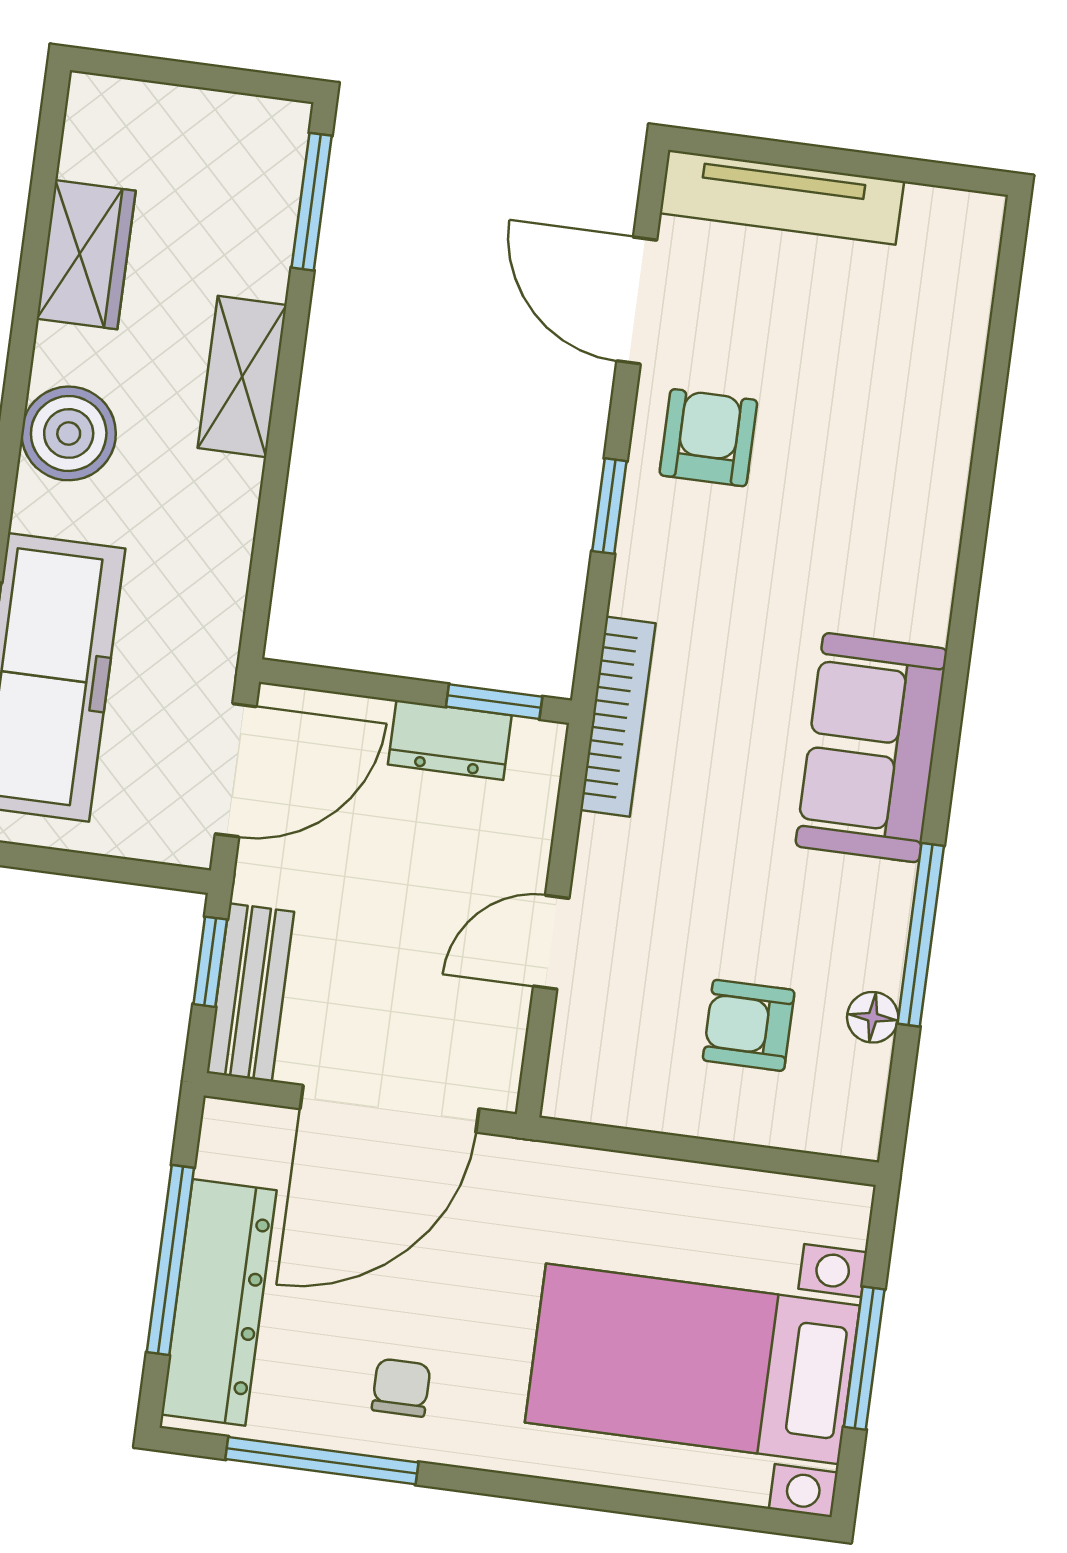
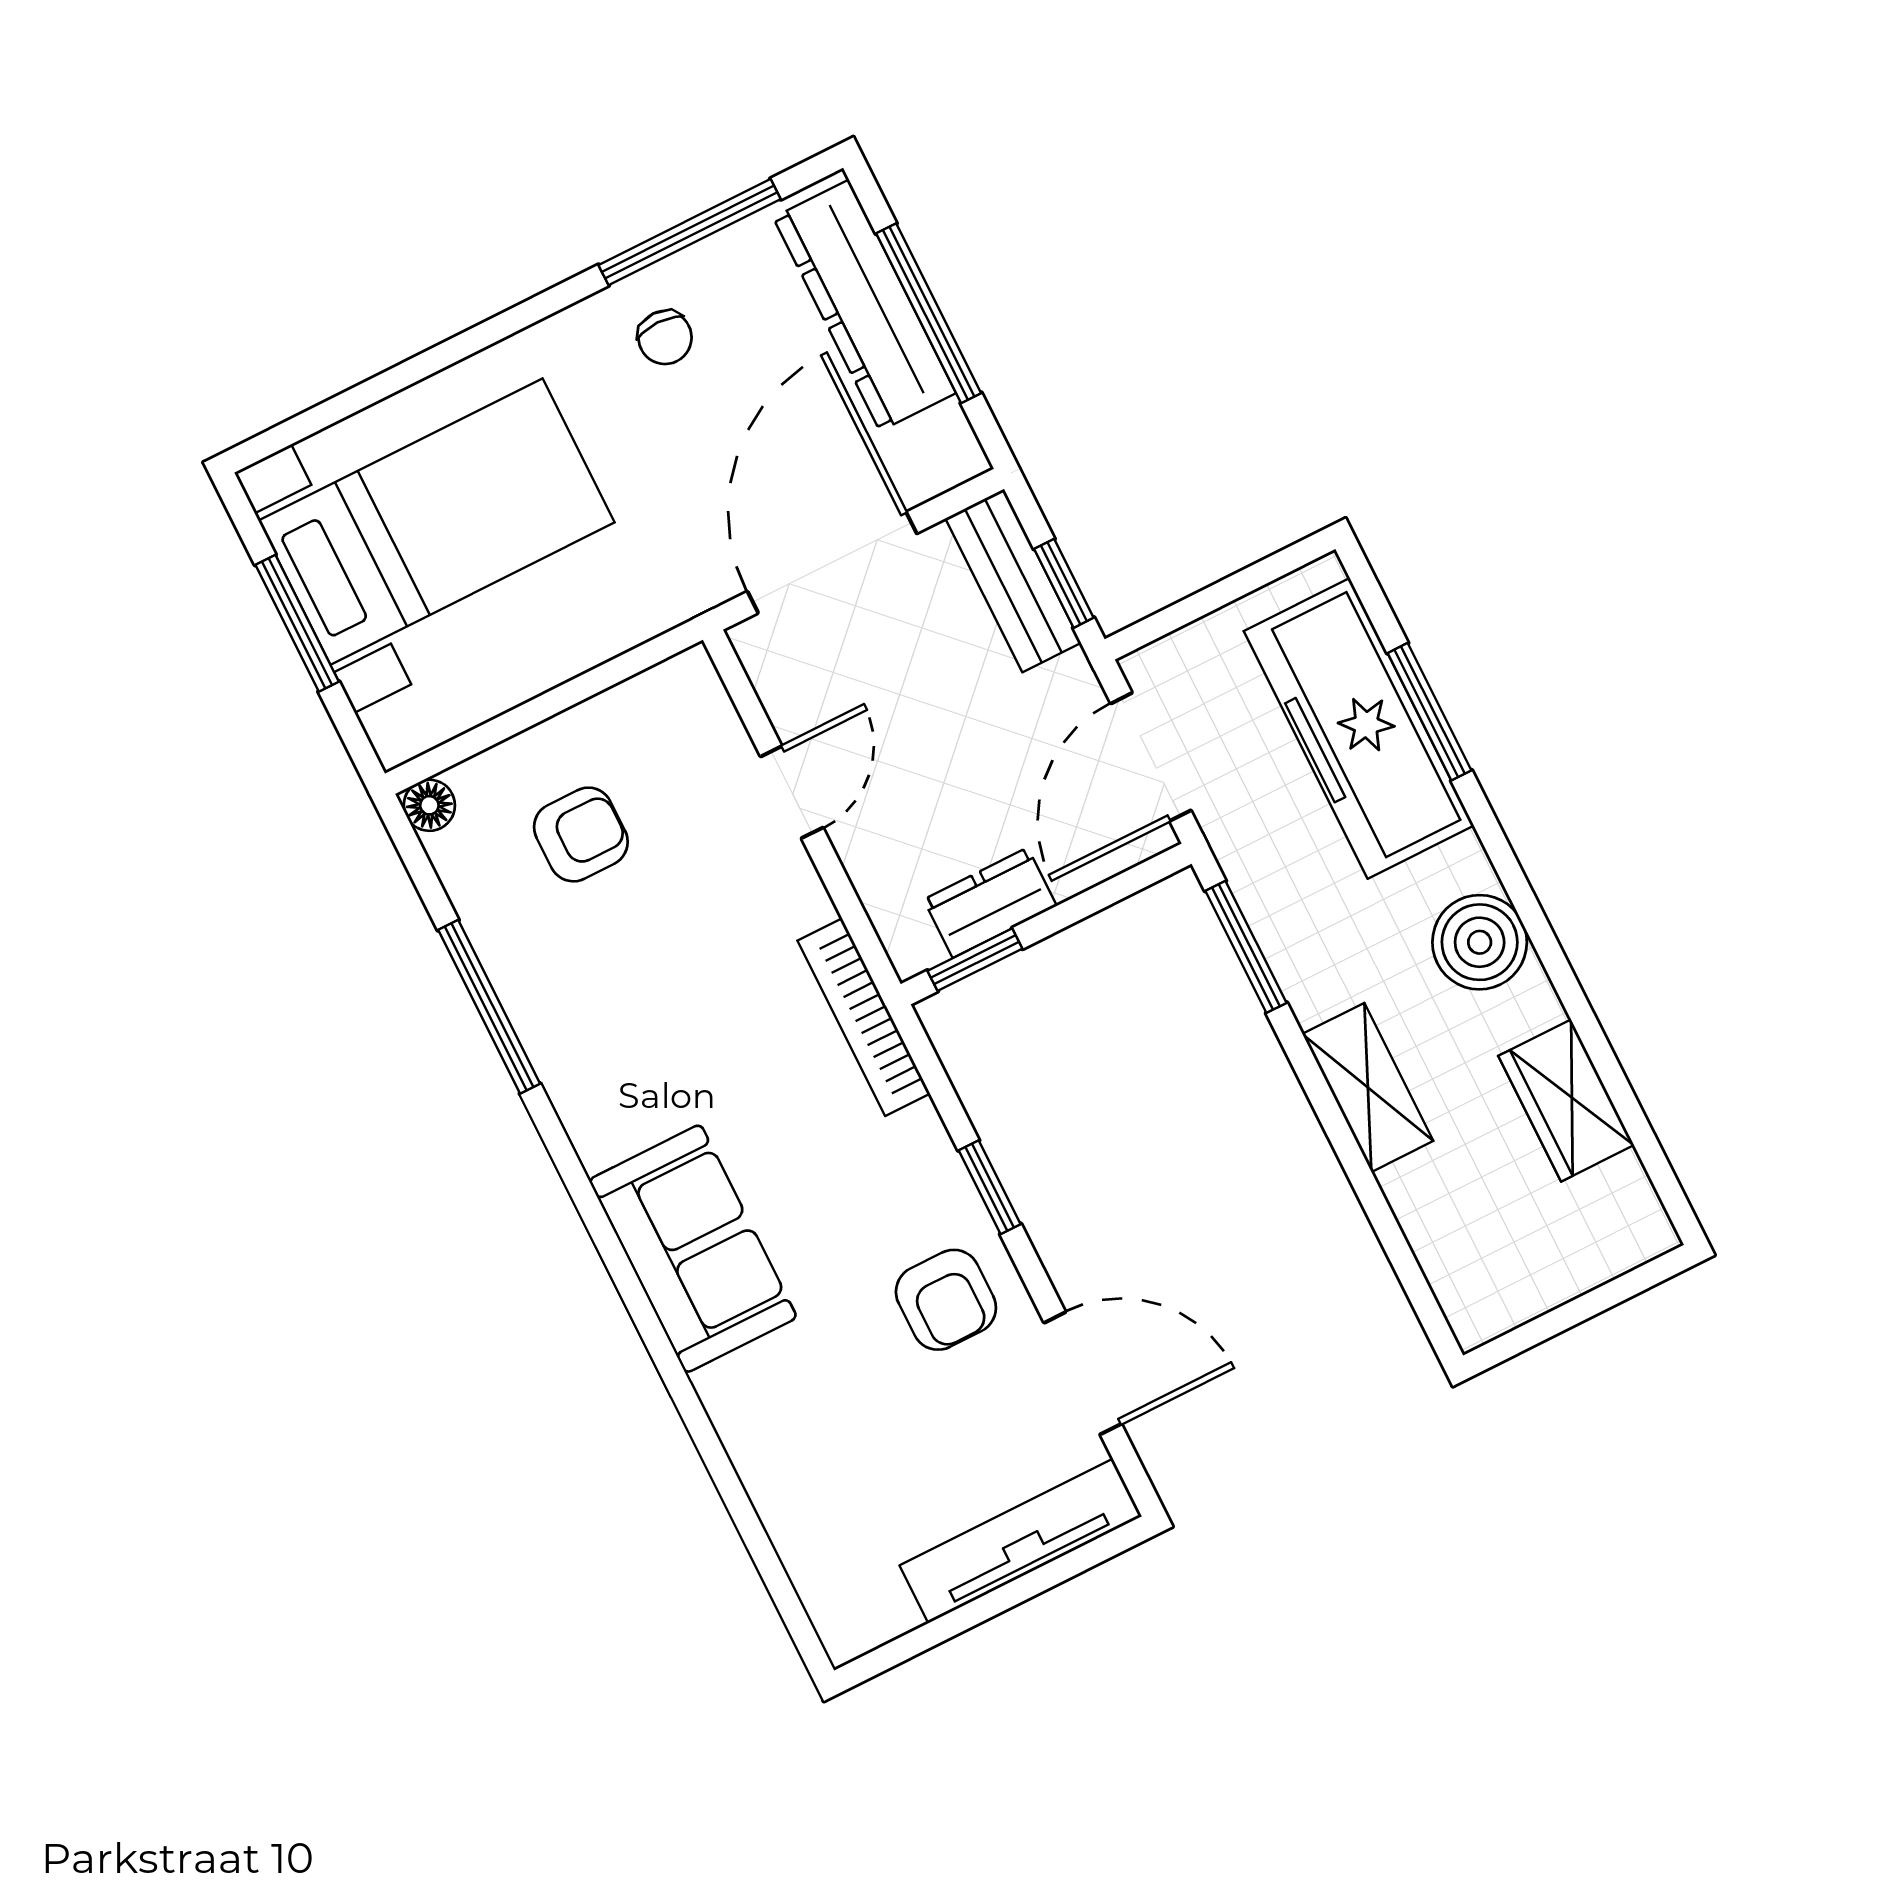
window: (312, 202) -> (1246, 947), moved
sofa: (871, 748) -> (693, 1249), moved
floor lamp: (873, 1017) -> (429, 805), moved

